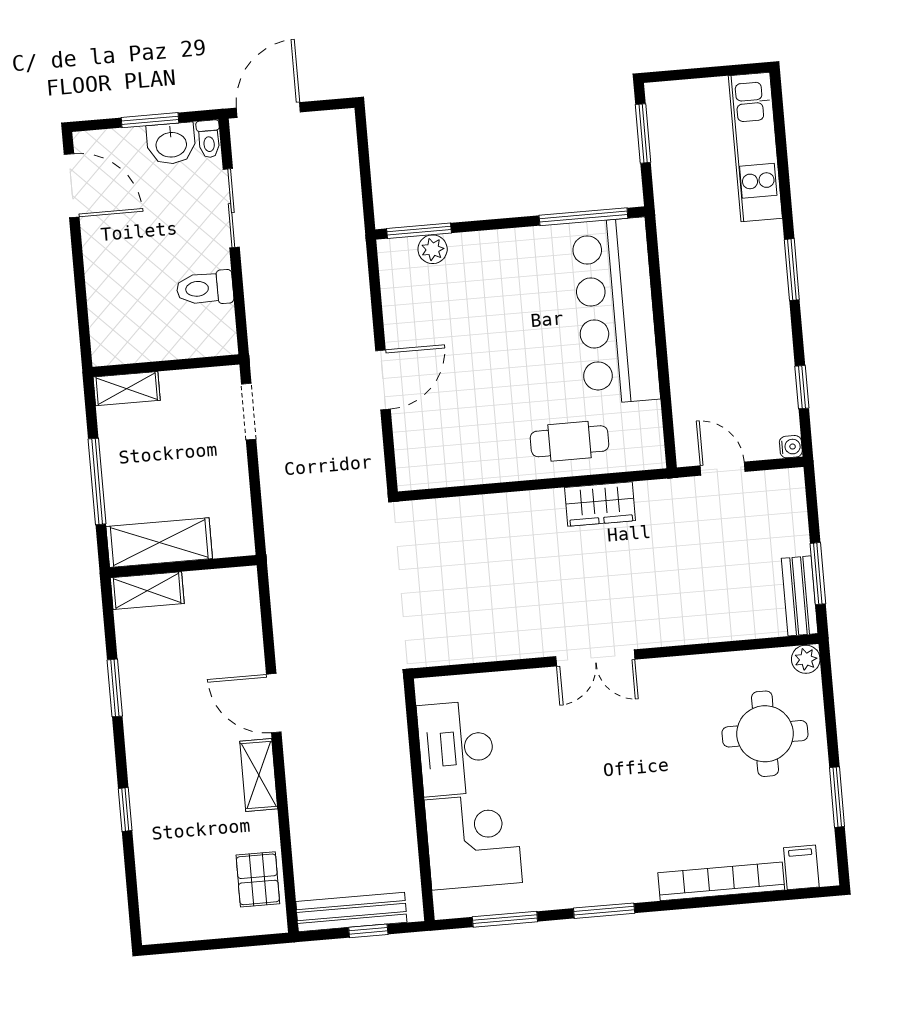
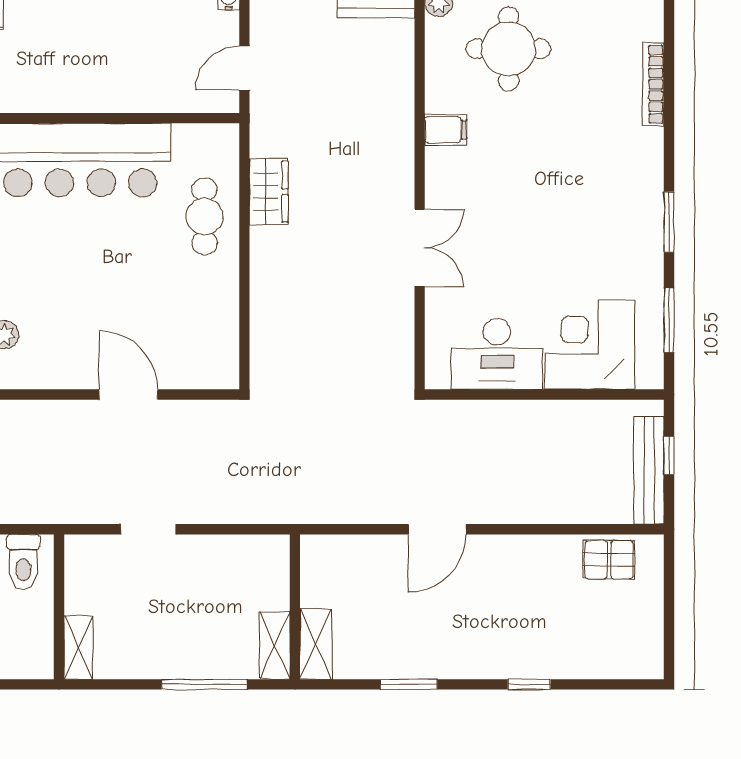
wall: (166, 366) -> (59, 607), moved
shelving: (127, 389) -> (78, 647), moved
shelving: (159, 543) -> (275, 645), width x0.67, depth x0.75
double door: (595, 658) -> (420, 248), moved
shelving: (259, 775) -> (506, 550), removed
filing cabinet: (801, 867) -> (446, 130), moved, turned 180
bookcase: (721, 881) -> (653, 84), width x0.68, depth x0.76

